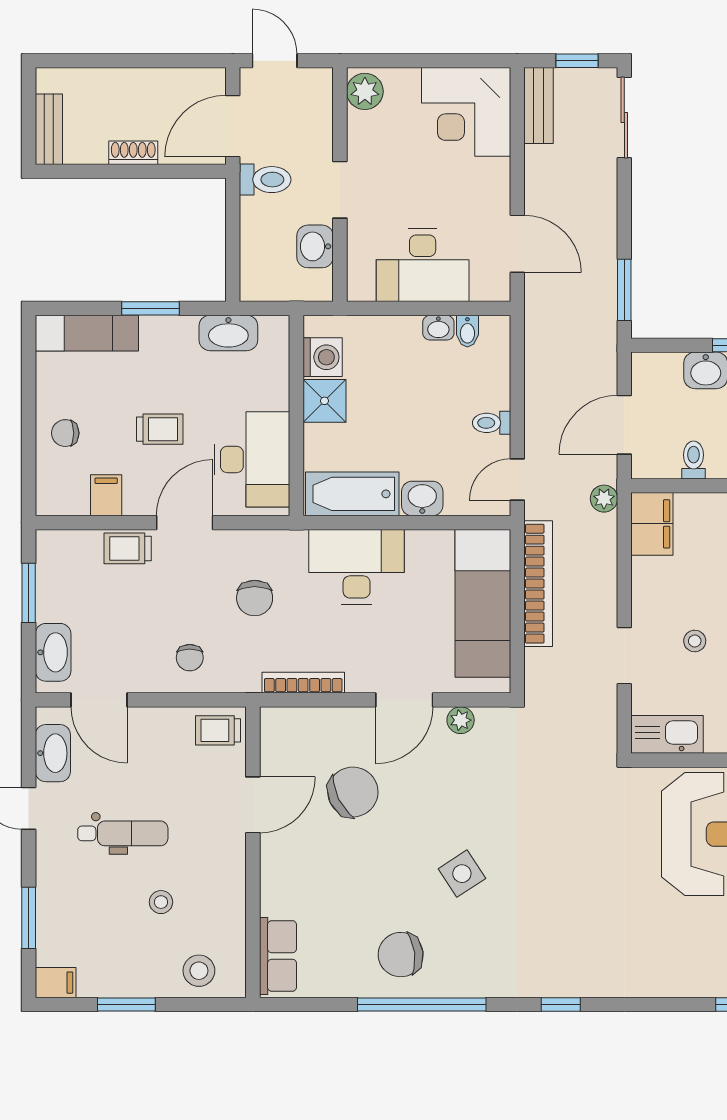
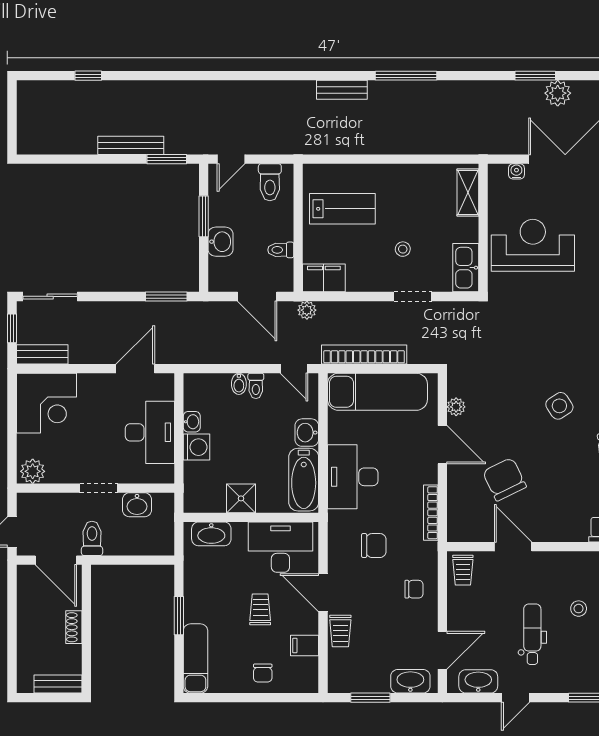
bidet: (467, 331) -> (239, 384), moved, turned 90
washbasin: (228, 333) -> (211, 534), moved, turned 90
washing machine: (323, 357) -> (196, 447), moved, turned 90

